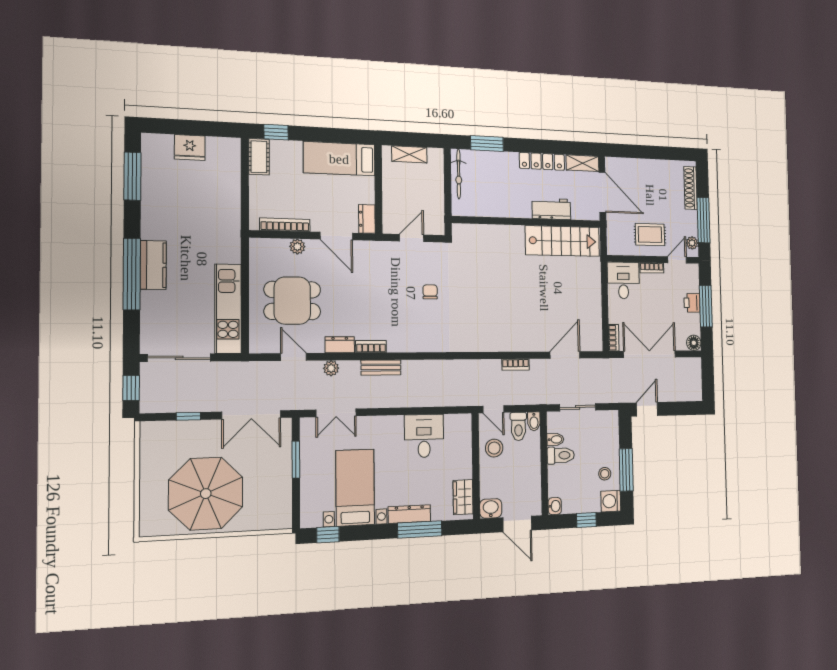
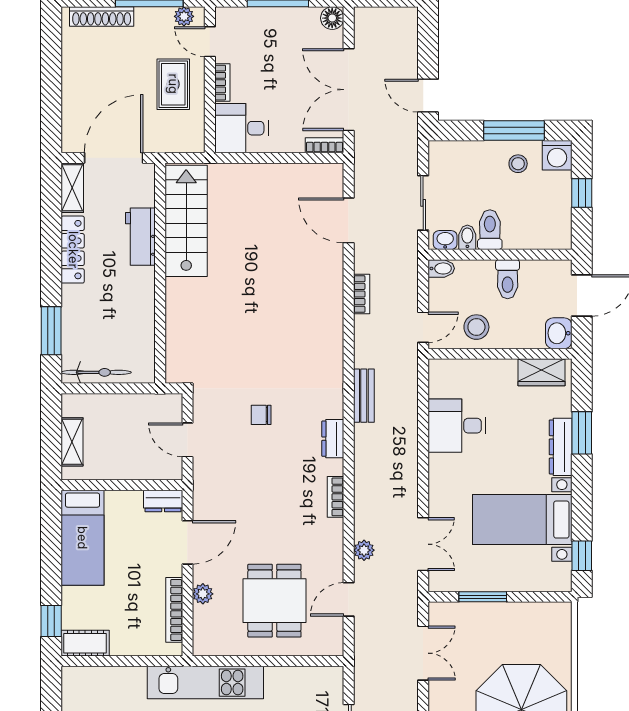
printer: (692, 303) -> (273, 19), removed
kitchen unit: (228, 309) -> (205, 683), moved
dresser: (340, 345) -> (333, 439), moved
bench: (381, 368) -> (364, 396), moved
double door: (251, 415) -> (423, 653), width x0.73
toilet: (518, 426) -> (508, 279), moved, turned 90
washbasin: (555, 506) -> (445, 240), moved
window: (420, 529) -> (582, 433), width x0.69

